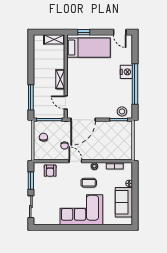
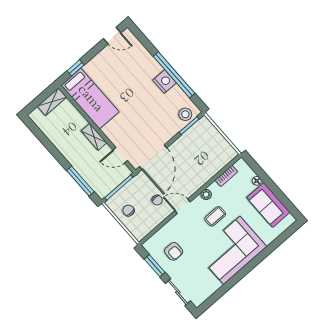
bed: (89, 48) -> (90, 99), moved, turned 90
nightstand: (126, 72) -> (165, 81), moved
armchair: (50, 171) -> (174, 251), moved

